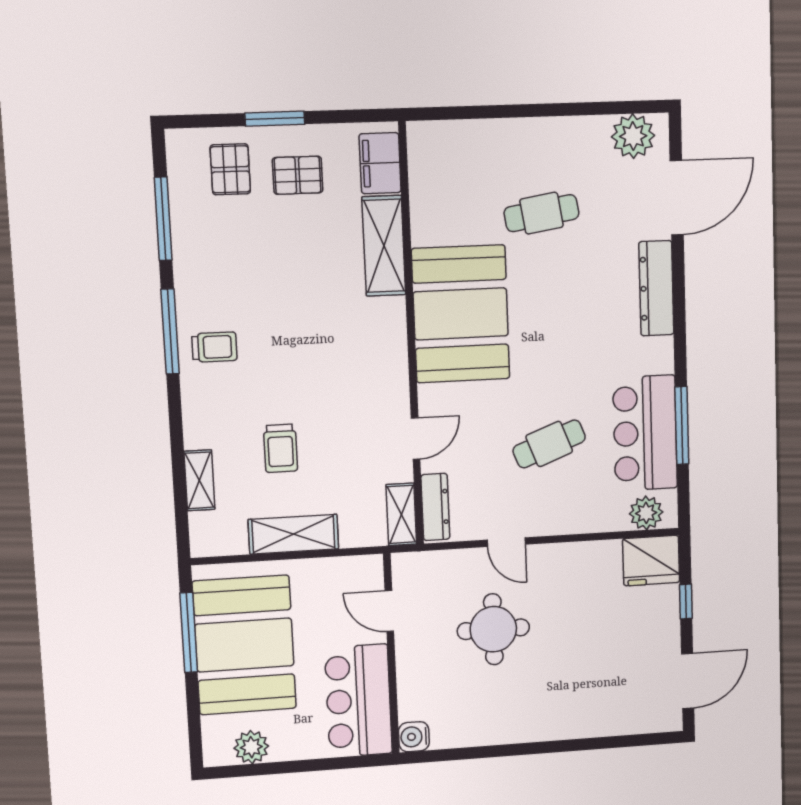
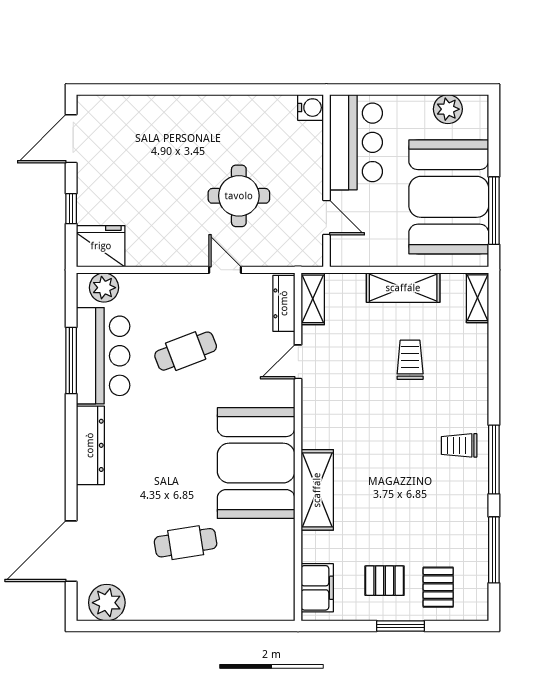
shelving: (384, 246) -> (317, 490), moved
dresser: (656, 288) -> (90, 445), moved
shelving: (199, 480) -> (478, 298), moved

